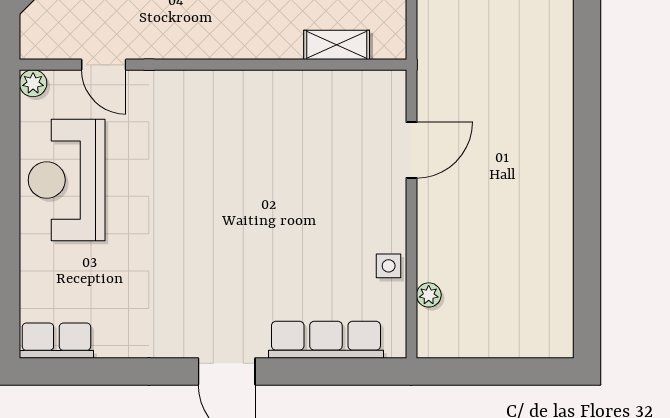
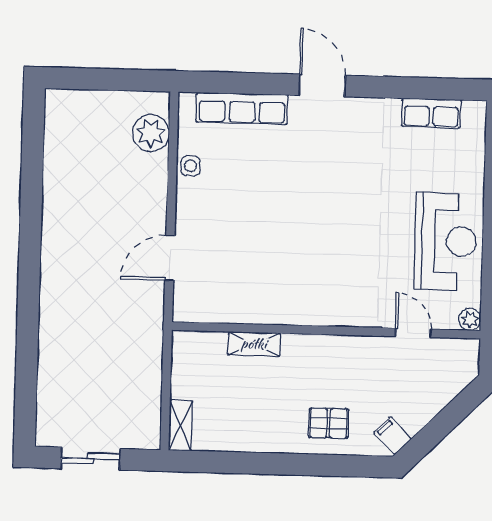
shelving: (337, 45) -> (254, 344), moved
plant: (429, 295) -> (151, 133), width x1.87, depth x1.87
row of seats: (56, 341) -> (431, 113), moved

